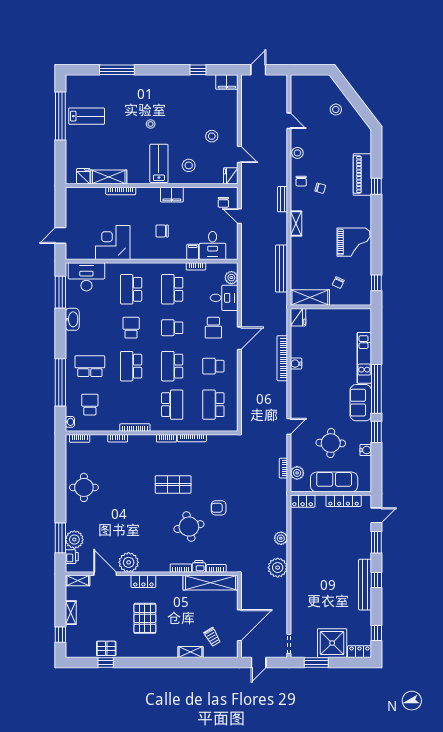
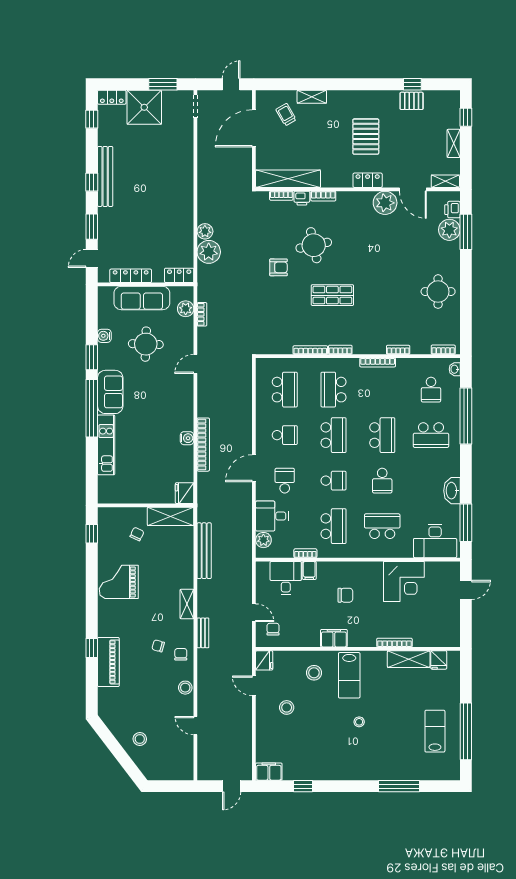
lab bench: (87, 116) -> (435, 731), turned 90
school desk: (131, 289) -> (382, 526), turned -90
plant: (278, 568) -> (209, 252), moved

